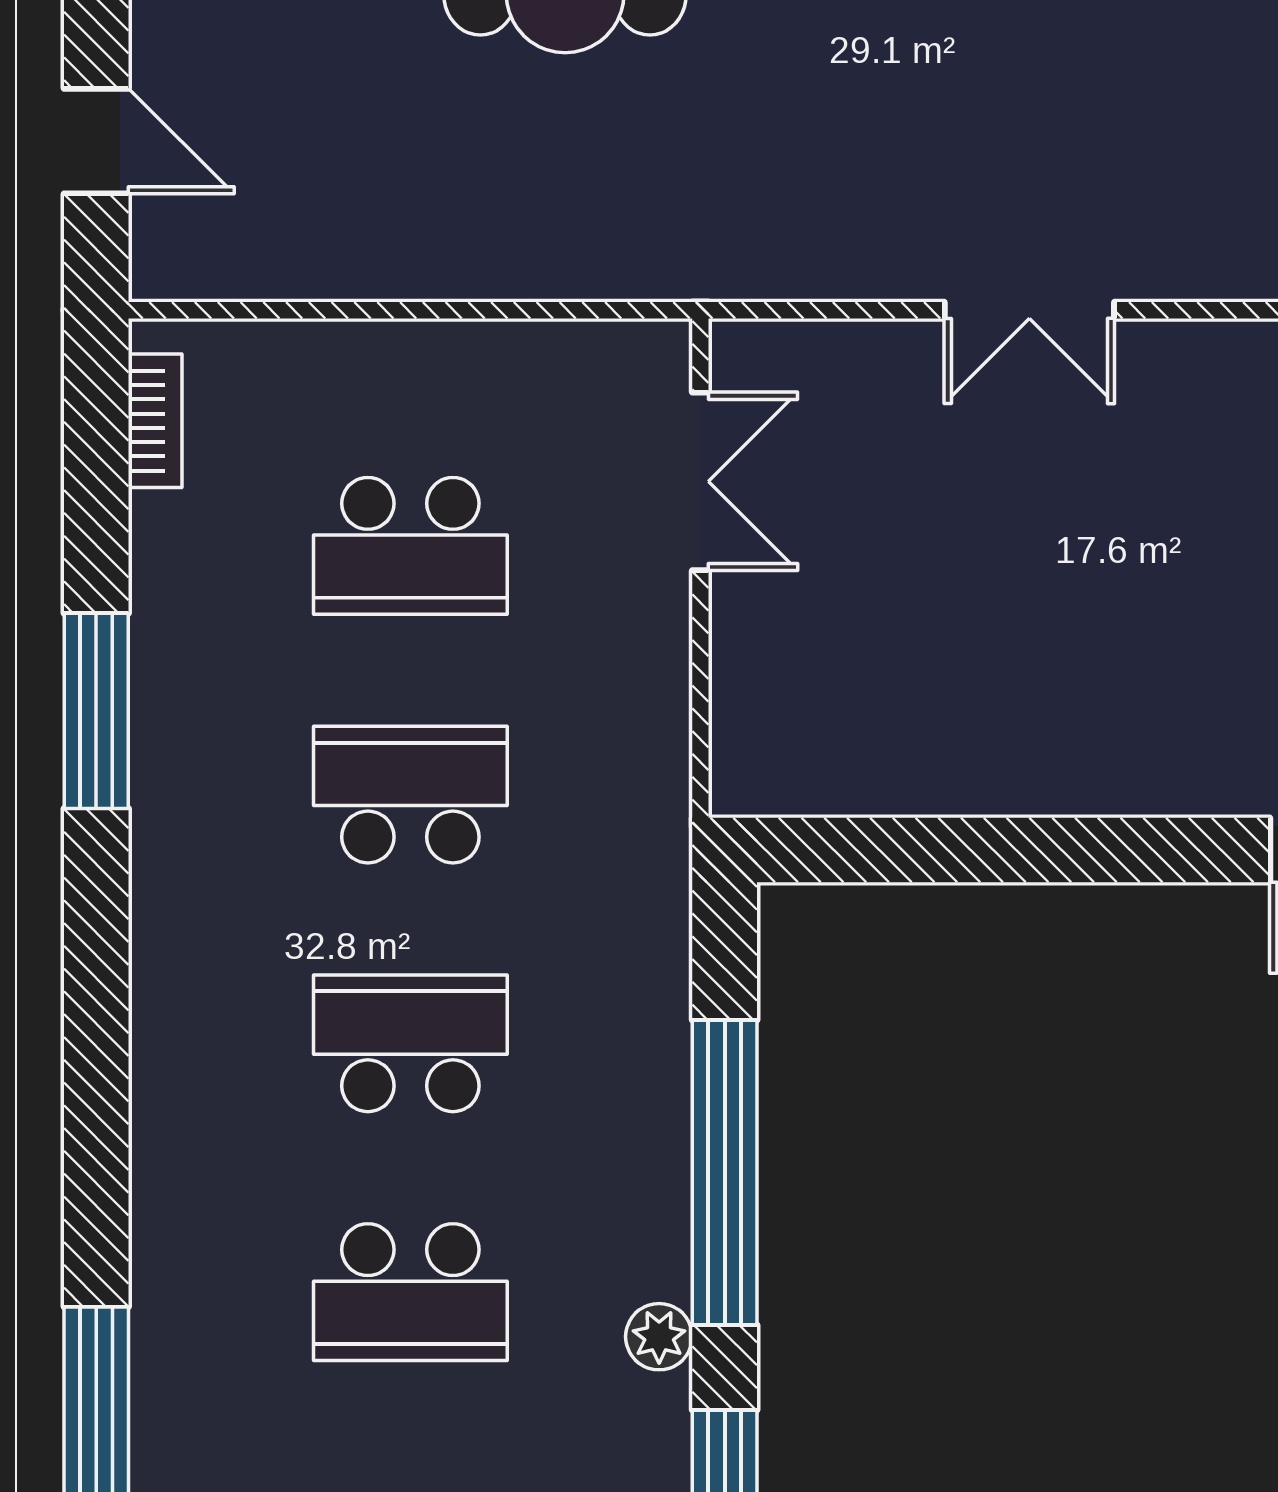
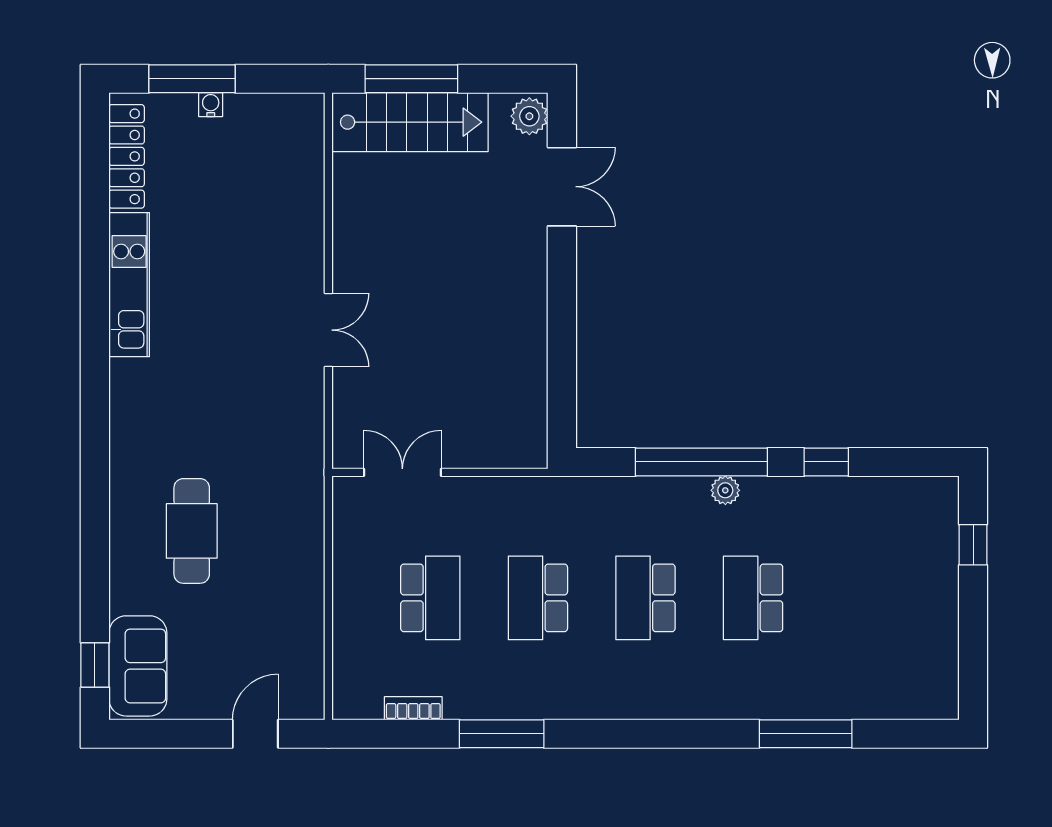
bookcase: (155, 421) -> (413, 708), moved
school desk: (410, 1292) -> (753, 598), turned 180
plant: (659, 1337) -> (725, 490), moved

